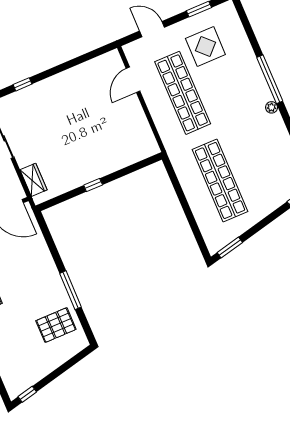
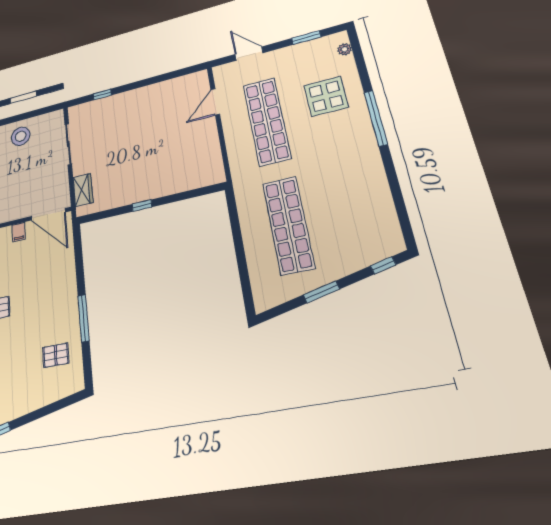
display table: (205, 46) -> (326, 96), moved
plant: (272, 107) -> (344, 49), moved
window: (230, 247) -> (321, 292), moved
pallet: (56, 325) -> (56, 355), width x0.67, depth x0.71

